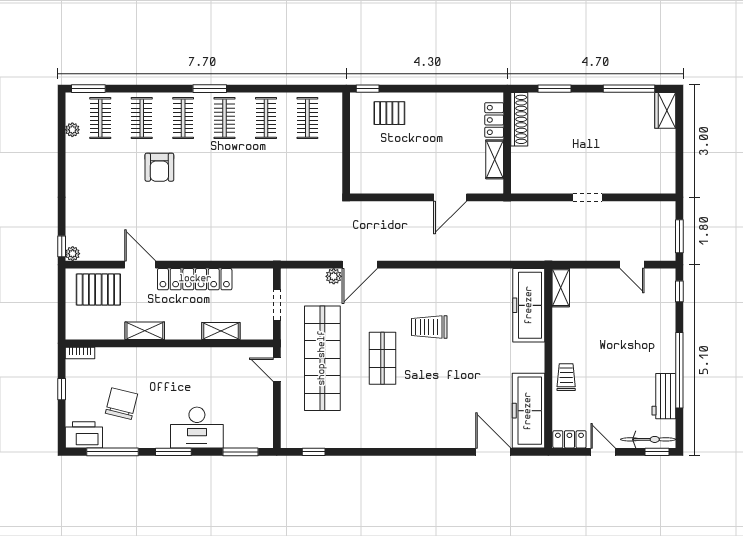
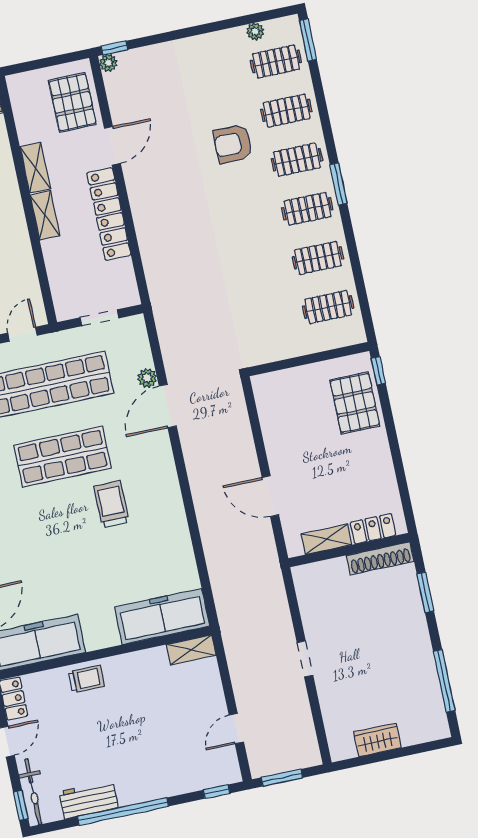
wardrobe: (665, 110) -> (377, 740), moved
pallet: (389, 113) -> (355, 403), width x1.50, depth x1.42
door: (360, 265) -> (168, 406), hinge flipped
shelving: (221, 331) -> (45, 215), moved
shop shelf: (383, 358) -> (62, 457), width x1.43, depth x1.36

